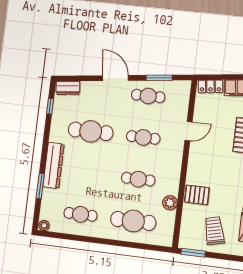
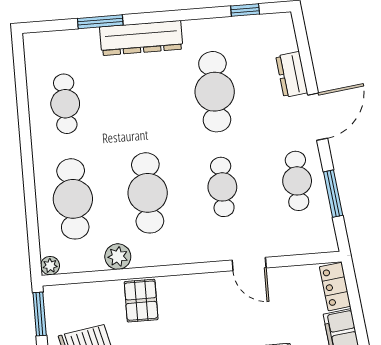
dresser: (68, 88) -> (292, 74), moved
cafe table: (138, 179) -> (148, 193), width x1.37, depth x1.35
plant: (44, 226) -> (50, 266), moved

